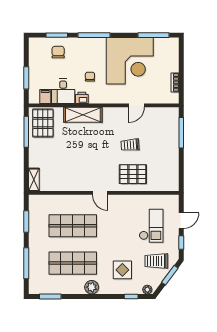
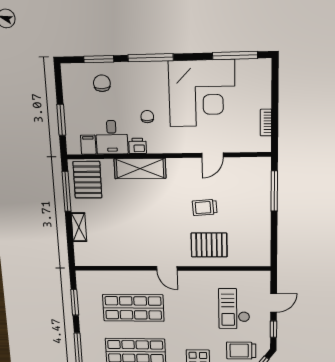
shelving: (34, 180) -> (79, 227), moved
checkout: (151, 226) -> (234, 309), turned 180

